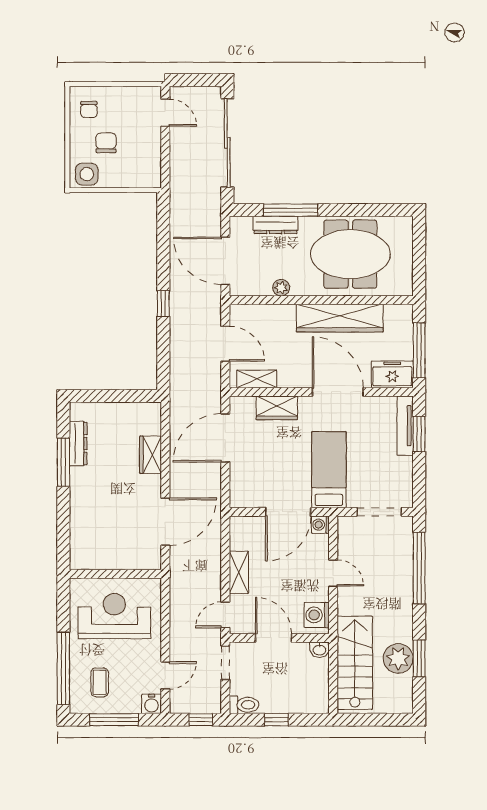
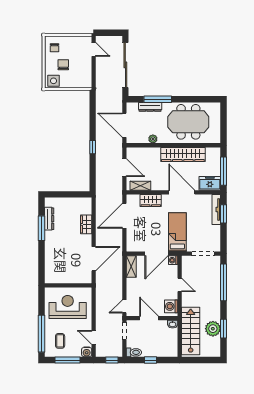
shelving: (239, 572) -> (131, 267), moved
door: (165, 675) -> (94, 337), swing flipped

